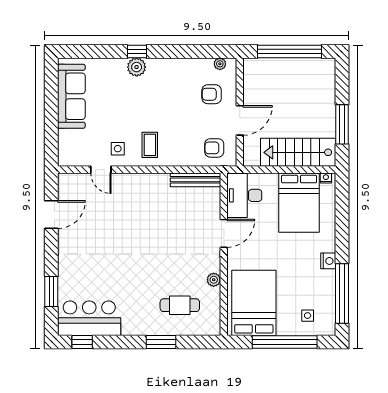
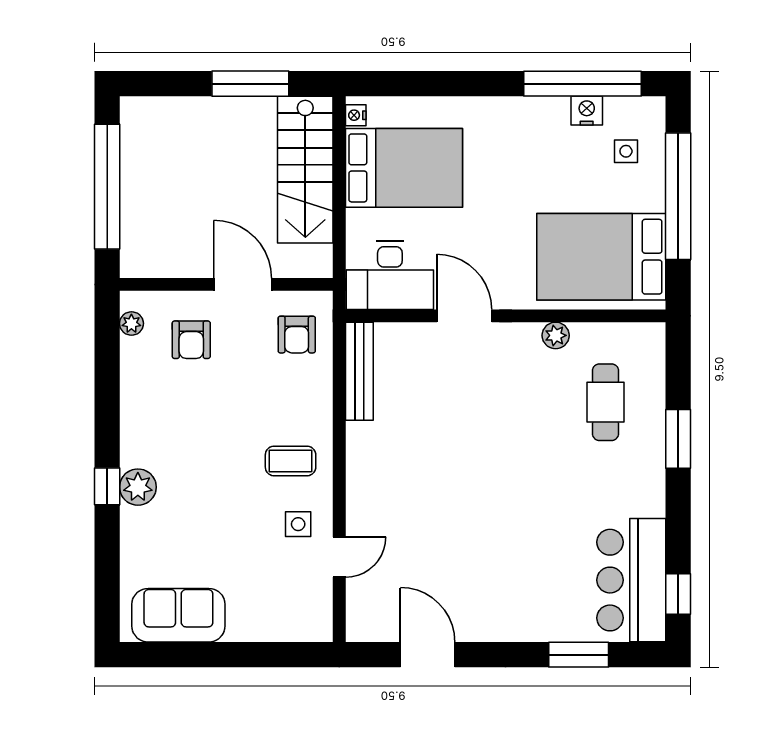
sofa: (71, 96) -> (178, 615), width x0.73
nightstand: (328, 261) -> (587, 111), moved

